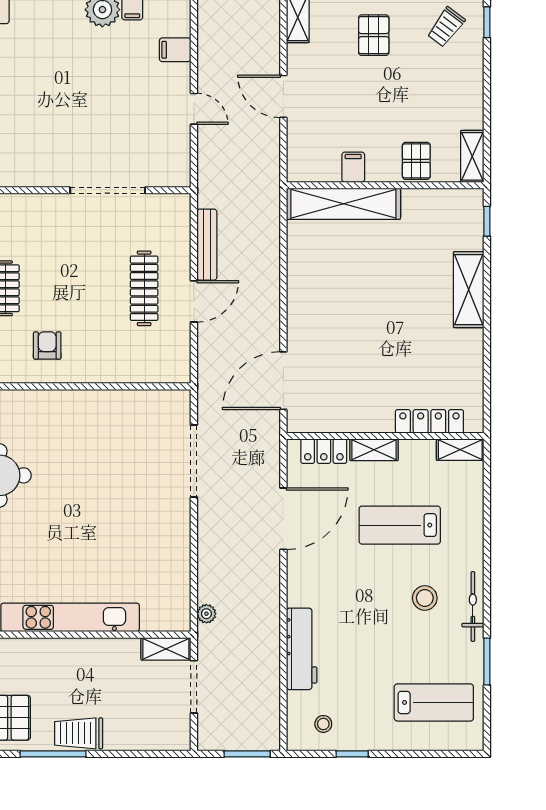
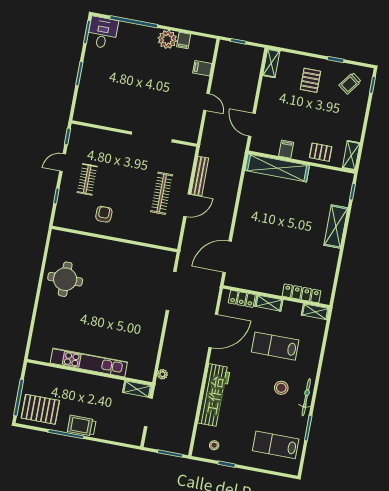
door: (283, 96) -> (252, 125), moved
pallet: (416, 161) -> (321, 152), turned 90
workbench: (302, 649) -> (214, 395), width x1.36, depth x1.32
lab bench: (434, 702) -> (276, 445), turned 180

